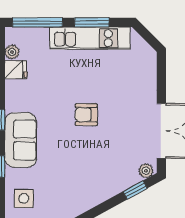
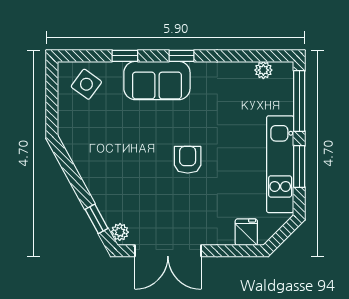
fridge: (16, 70) -> (246, 232), moved, turned 180
side table: (24, 198) -> (86, 84), turned 36

